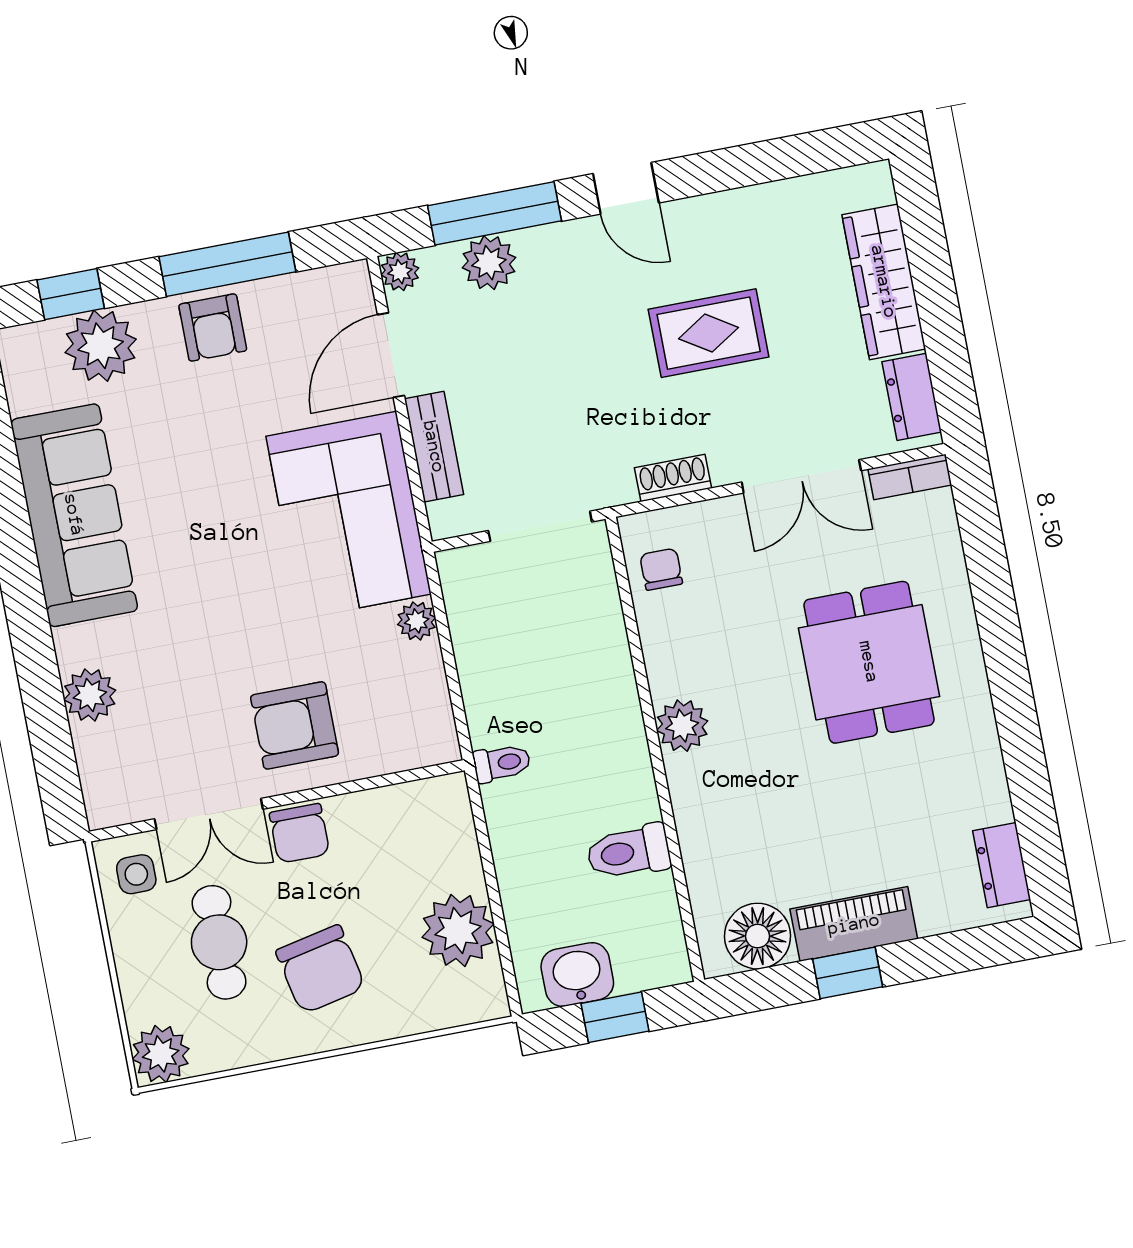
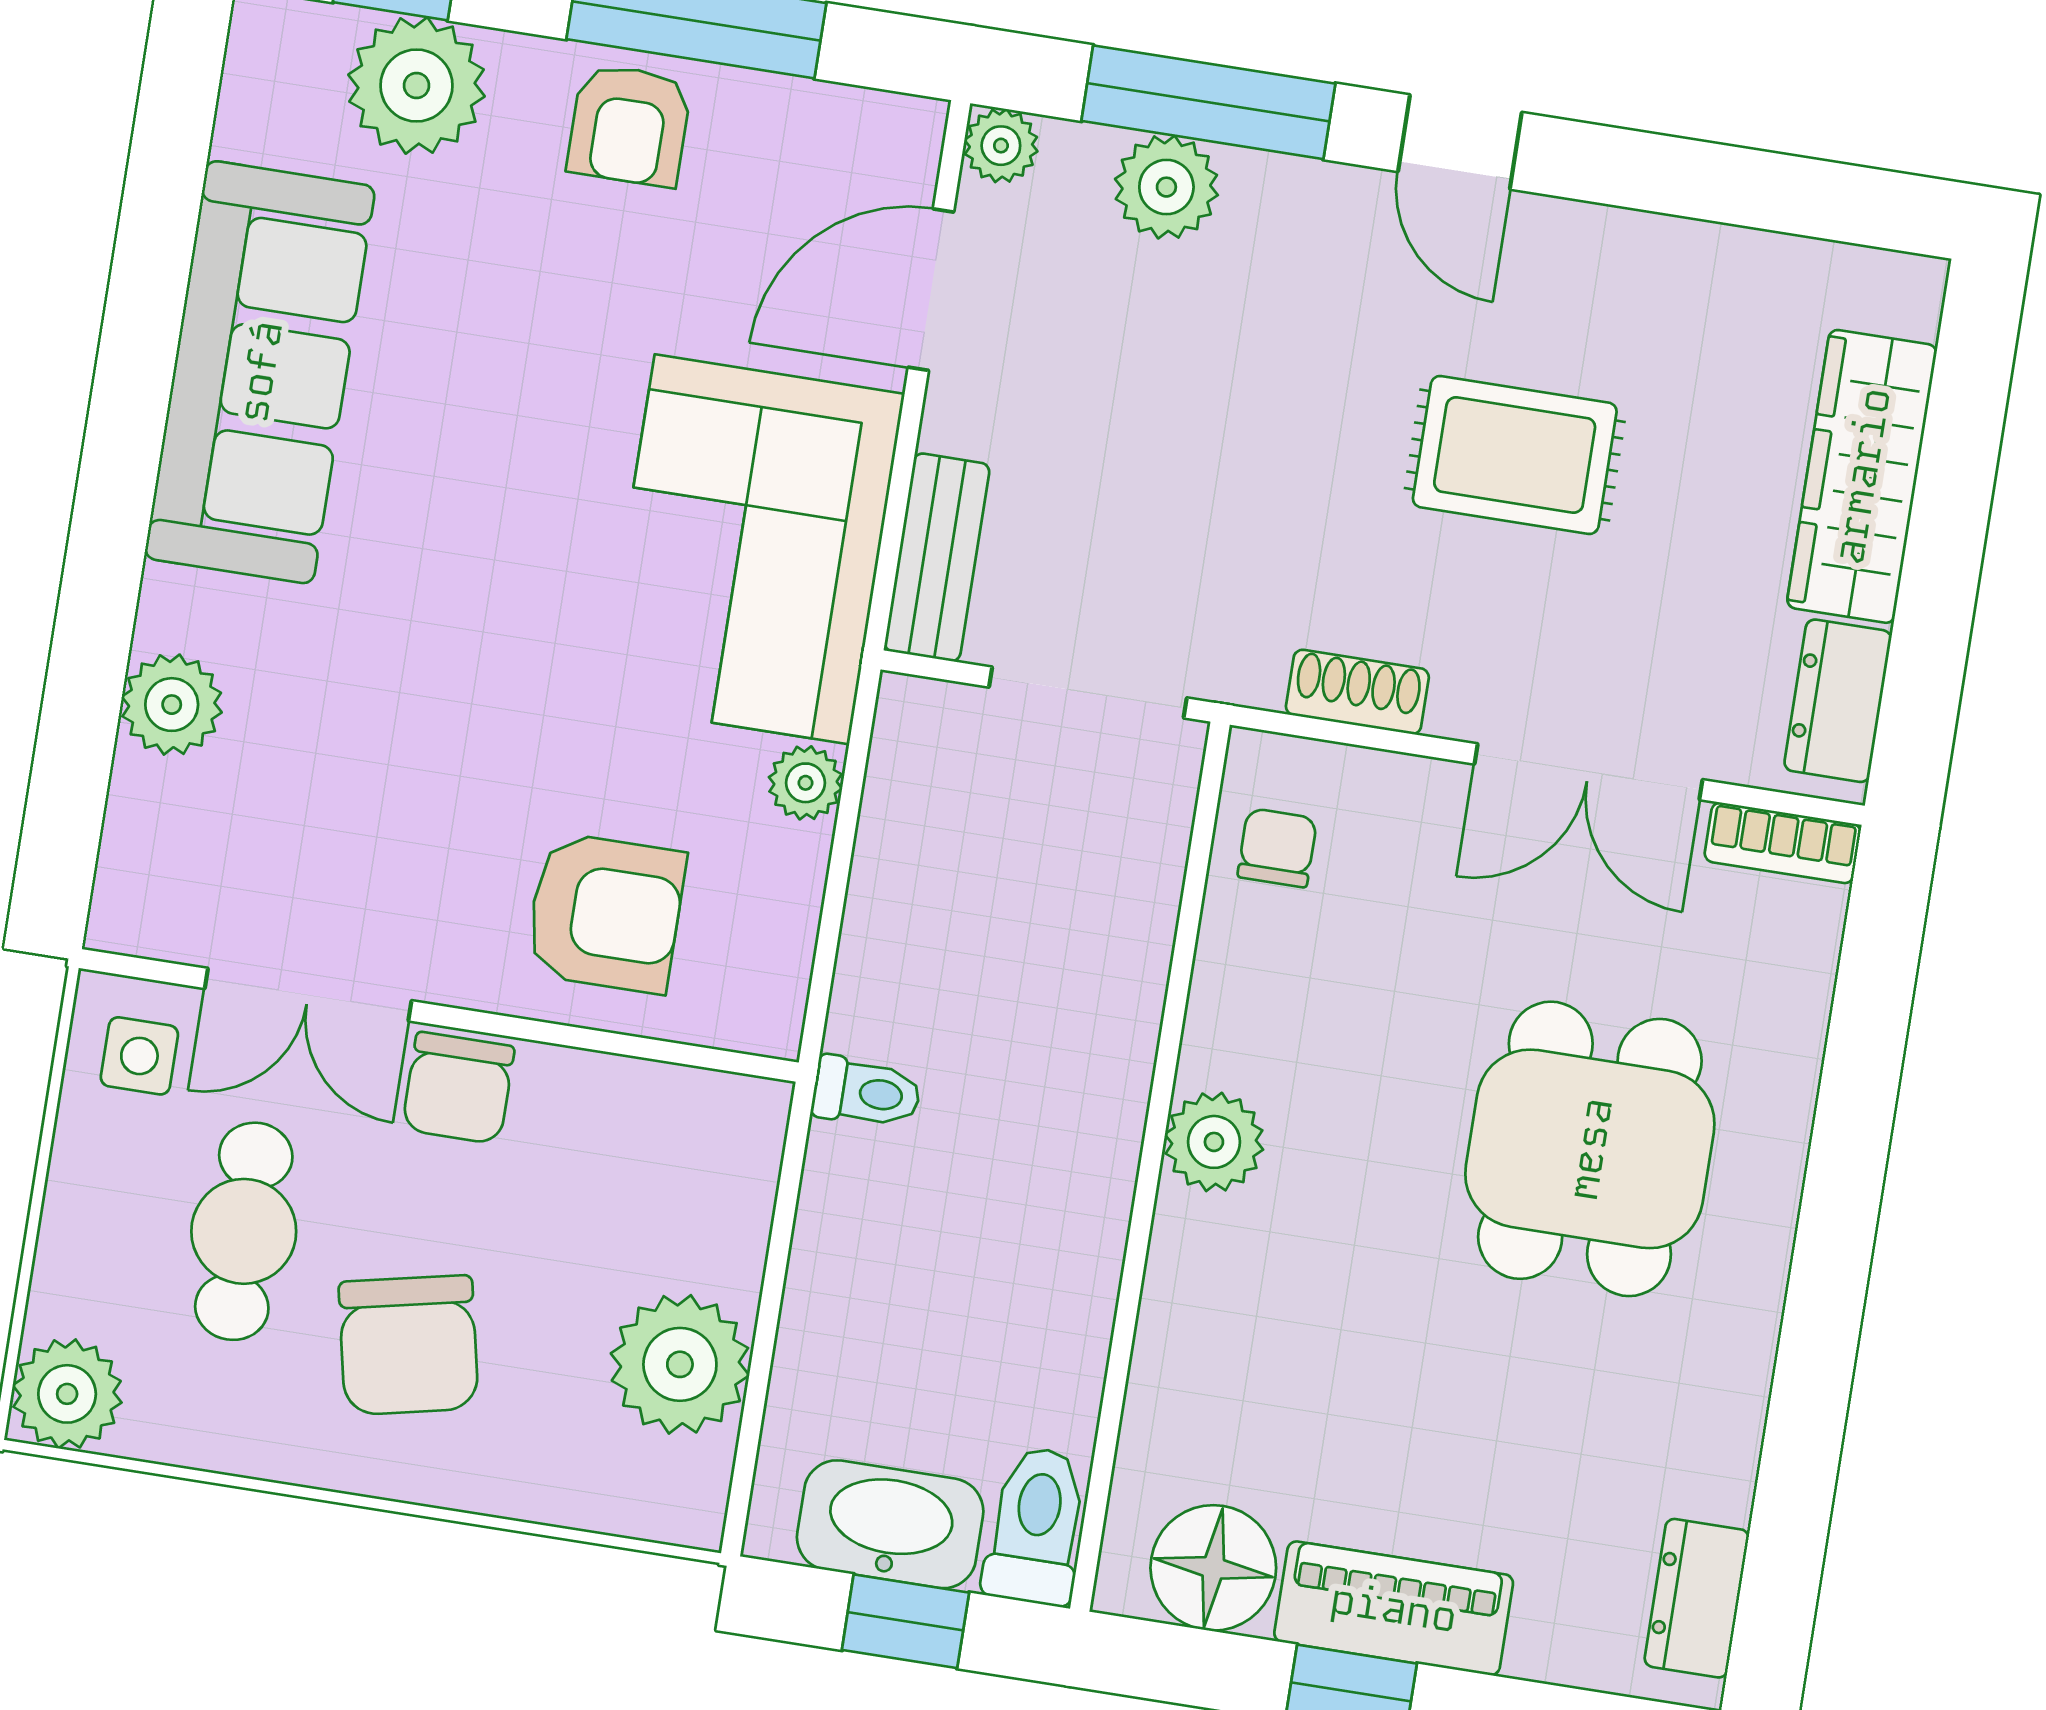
bench: (434, 447) -> (937, 557), moved
armchair: (295, 725) -> (605, 913), moved, turned 180
toilet: (629, 852) -> (1036, 1526), moved, turned 90
washbasin: (577, 974) -> (890, 1524), width x1.38

